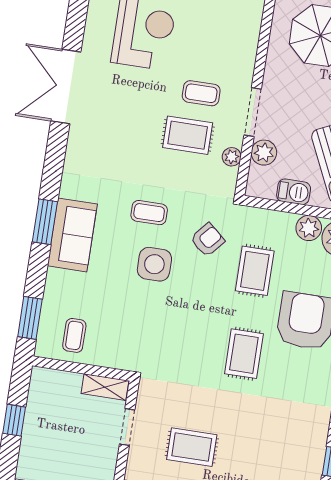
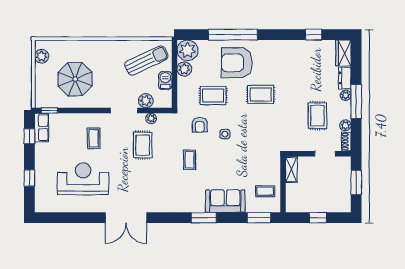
coffee table: (201, 93) -> (94, 138), moved
sofa: (72, 235) -> (225, 201), moved
armchair: (207, 240) -> (200, 125), turned -131
side table: (154, 264) -> (225, 134), moved, width x0.54, depth x0.54
doorway: (127, 427) -> (325, 154), moved

